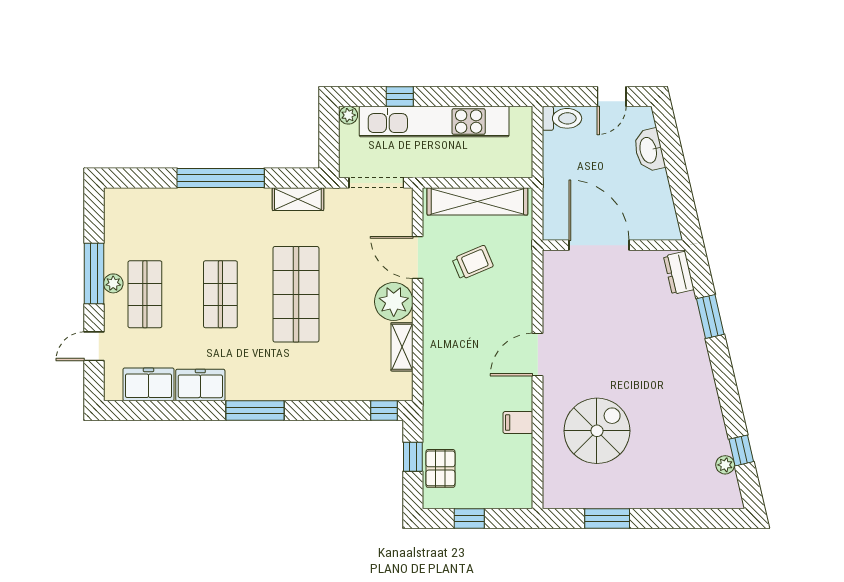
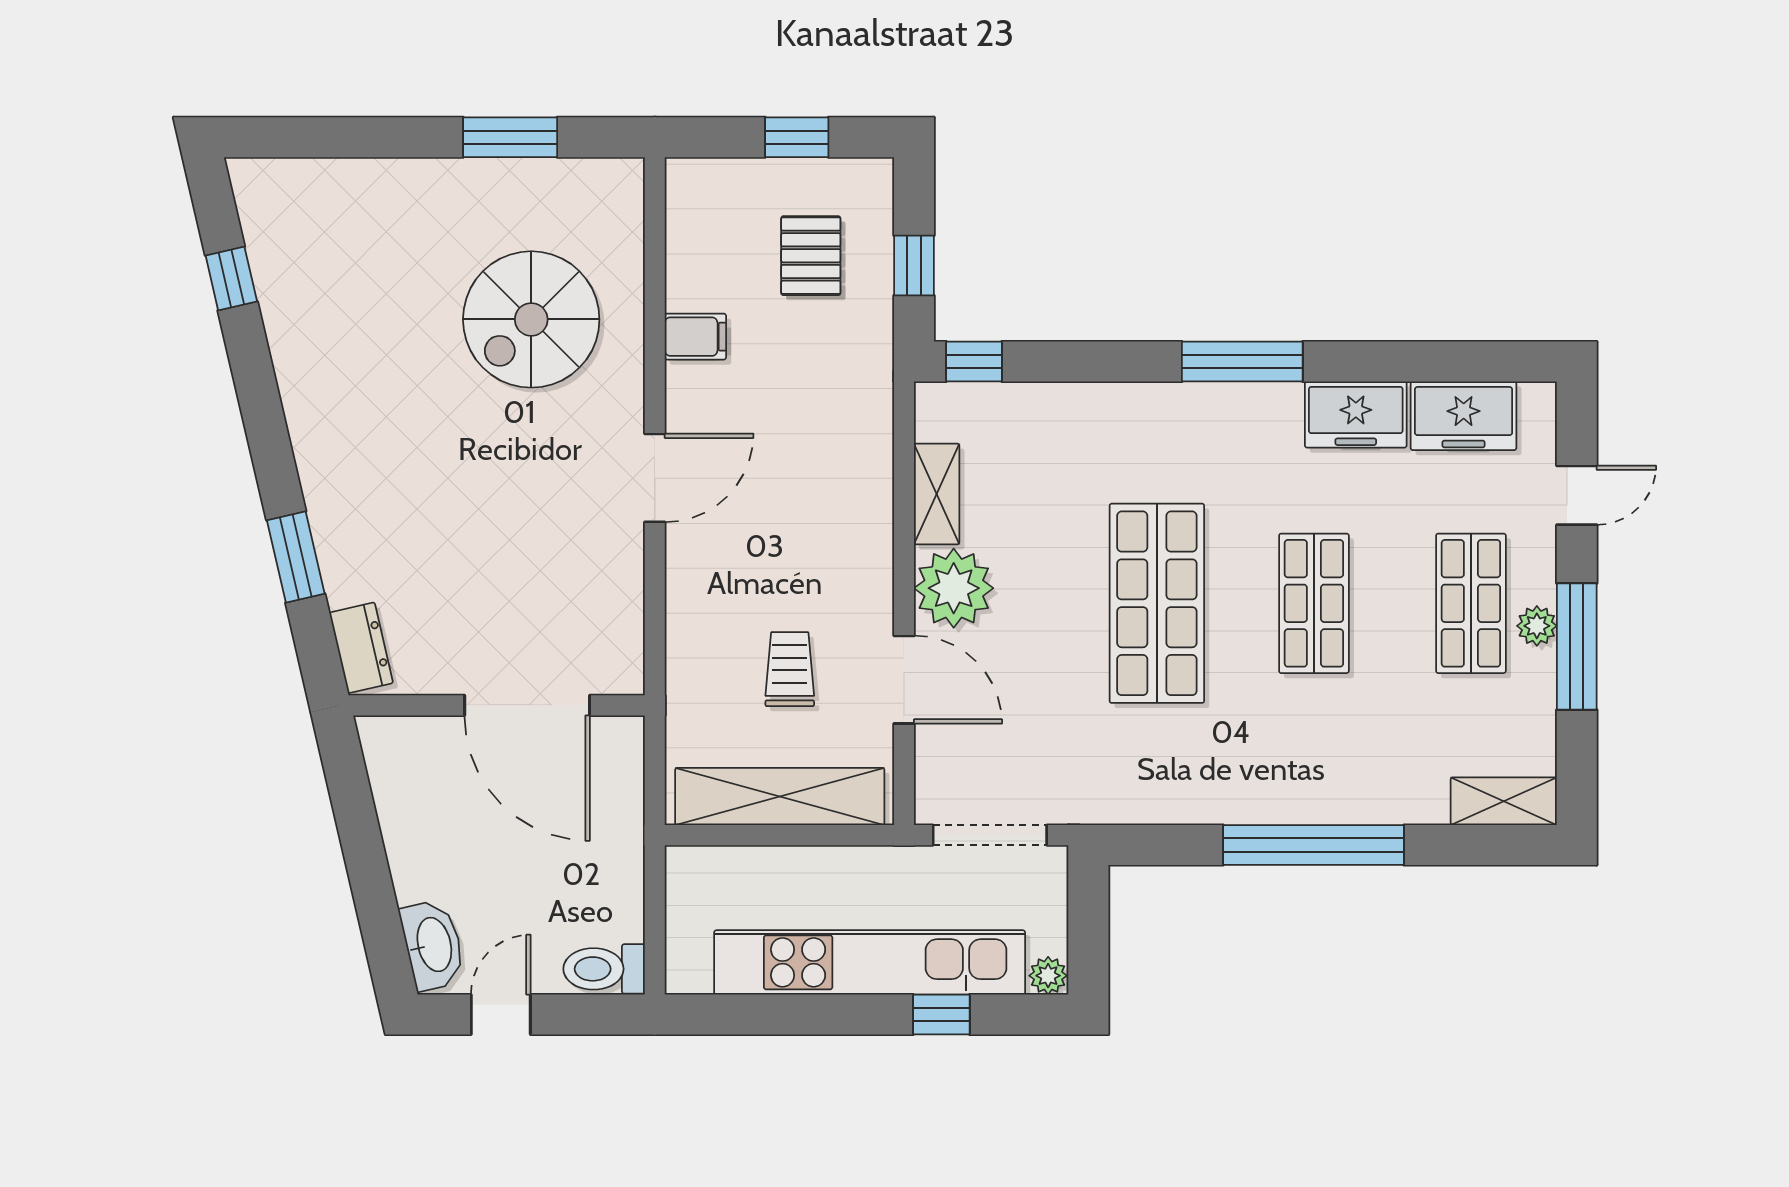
washbasin: (649, 150) -> (433, 945), moved
shelving: (298, 199) -> (1504, 801), moved
trolley: (473, 263) -> (790, 669), turned 113
plant: (725, 465) -> (265, 249), removed
pallet: (440, 468) -> (811, 256), moved

